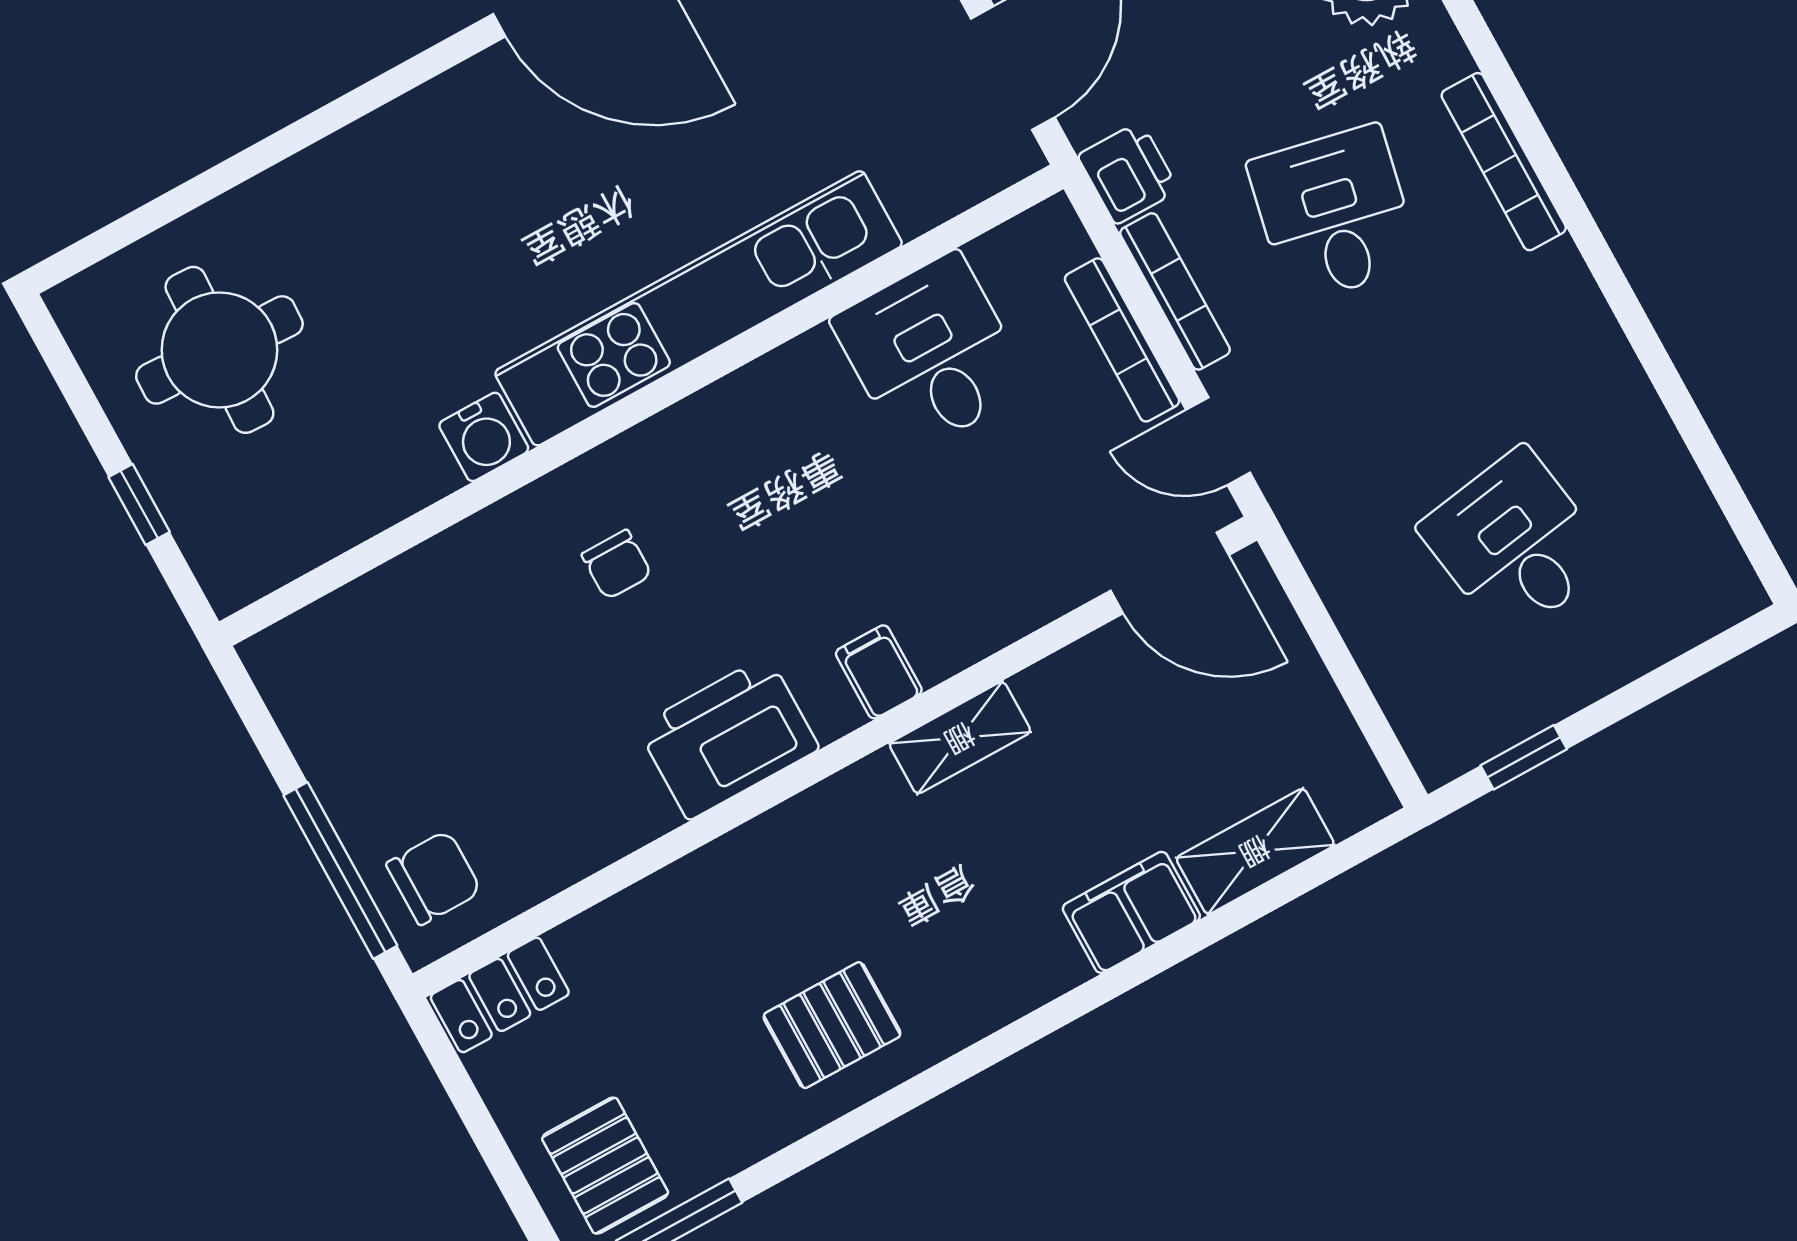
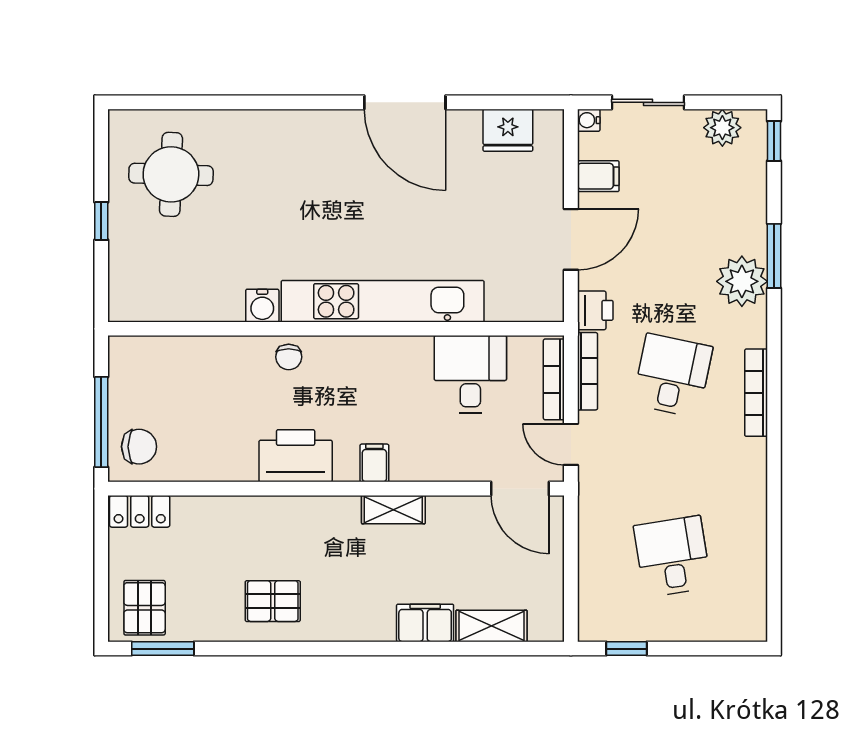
kitchen unit: (699, 308) -> (383, 301), moved
desk: (932, 354) -> (470, 374), moved
wall: (641, 405) -> (336, 329), moved
water cooler: (484, 437) -> (262, 306), moved

